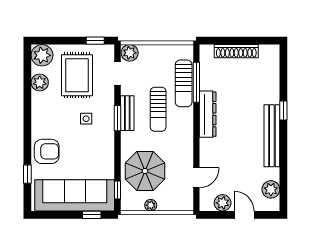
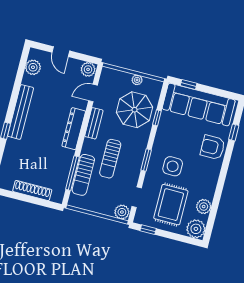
sun lounger: (184, 83) -> (83, 175), turned 180
sun lounger: (158, 109) -> (110, 159), turned 180
bench: (127, 113) -> (94, 123), moved
dresser: (208, 114) -> (74, 129), moved
side table: (86, 119) -> (173, 166), width x1.87, depth x1.87
window: (118, 190) -> (157, 118), moved
plant: (223, 203) -> (88, 69), moved

